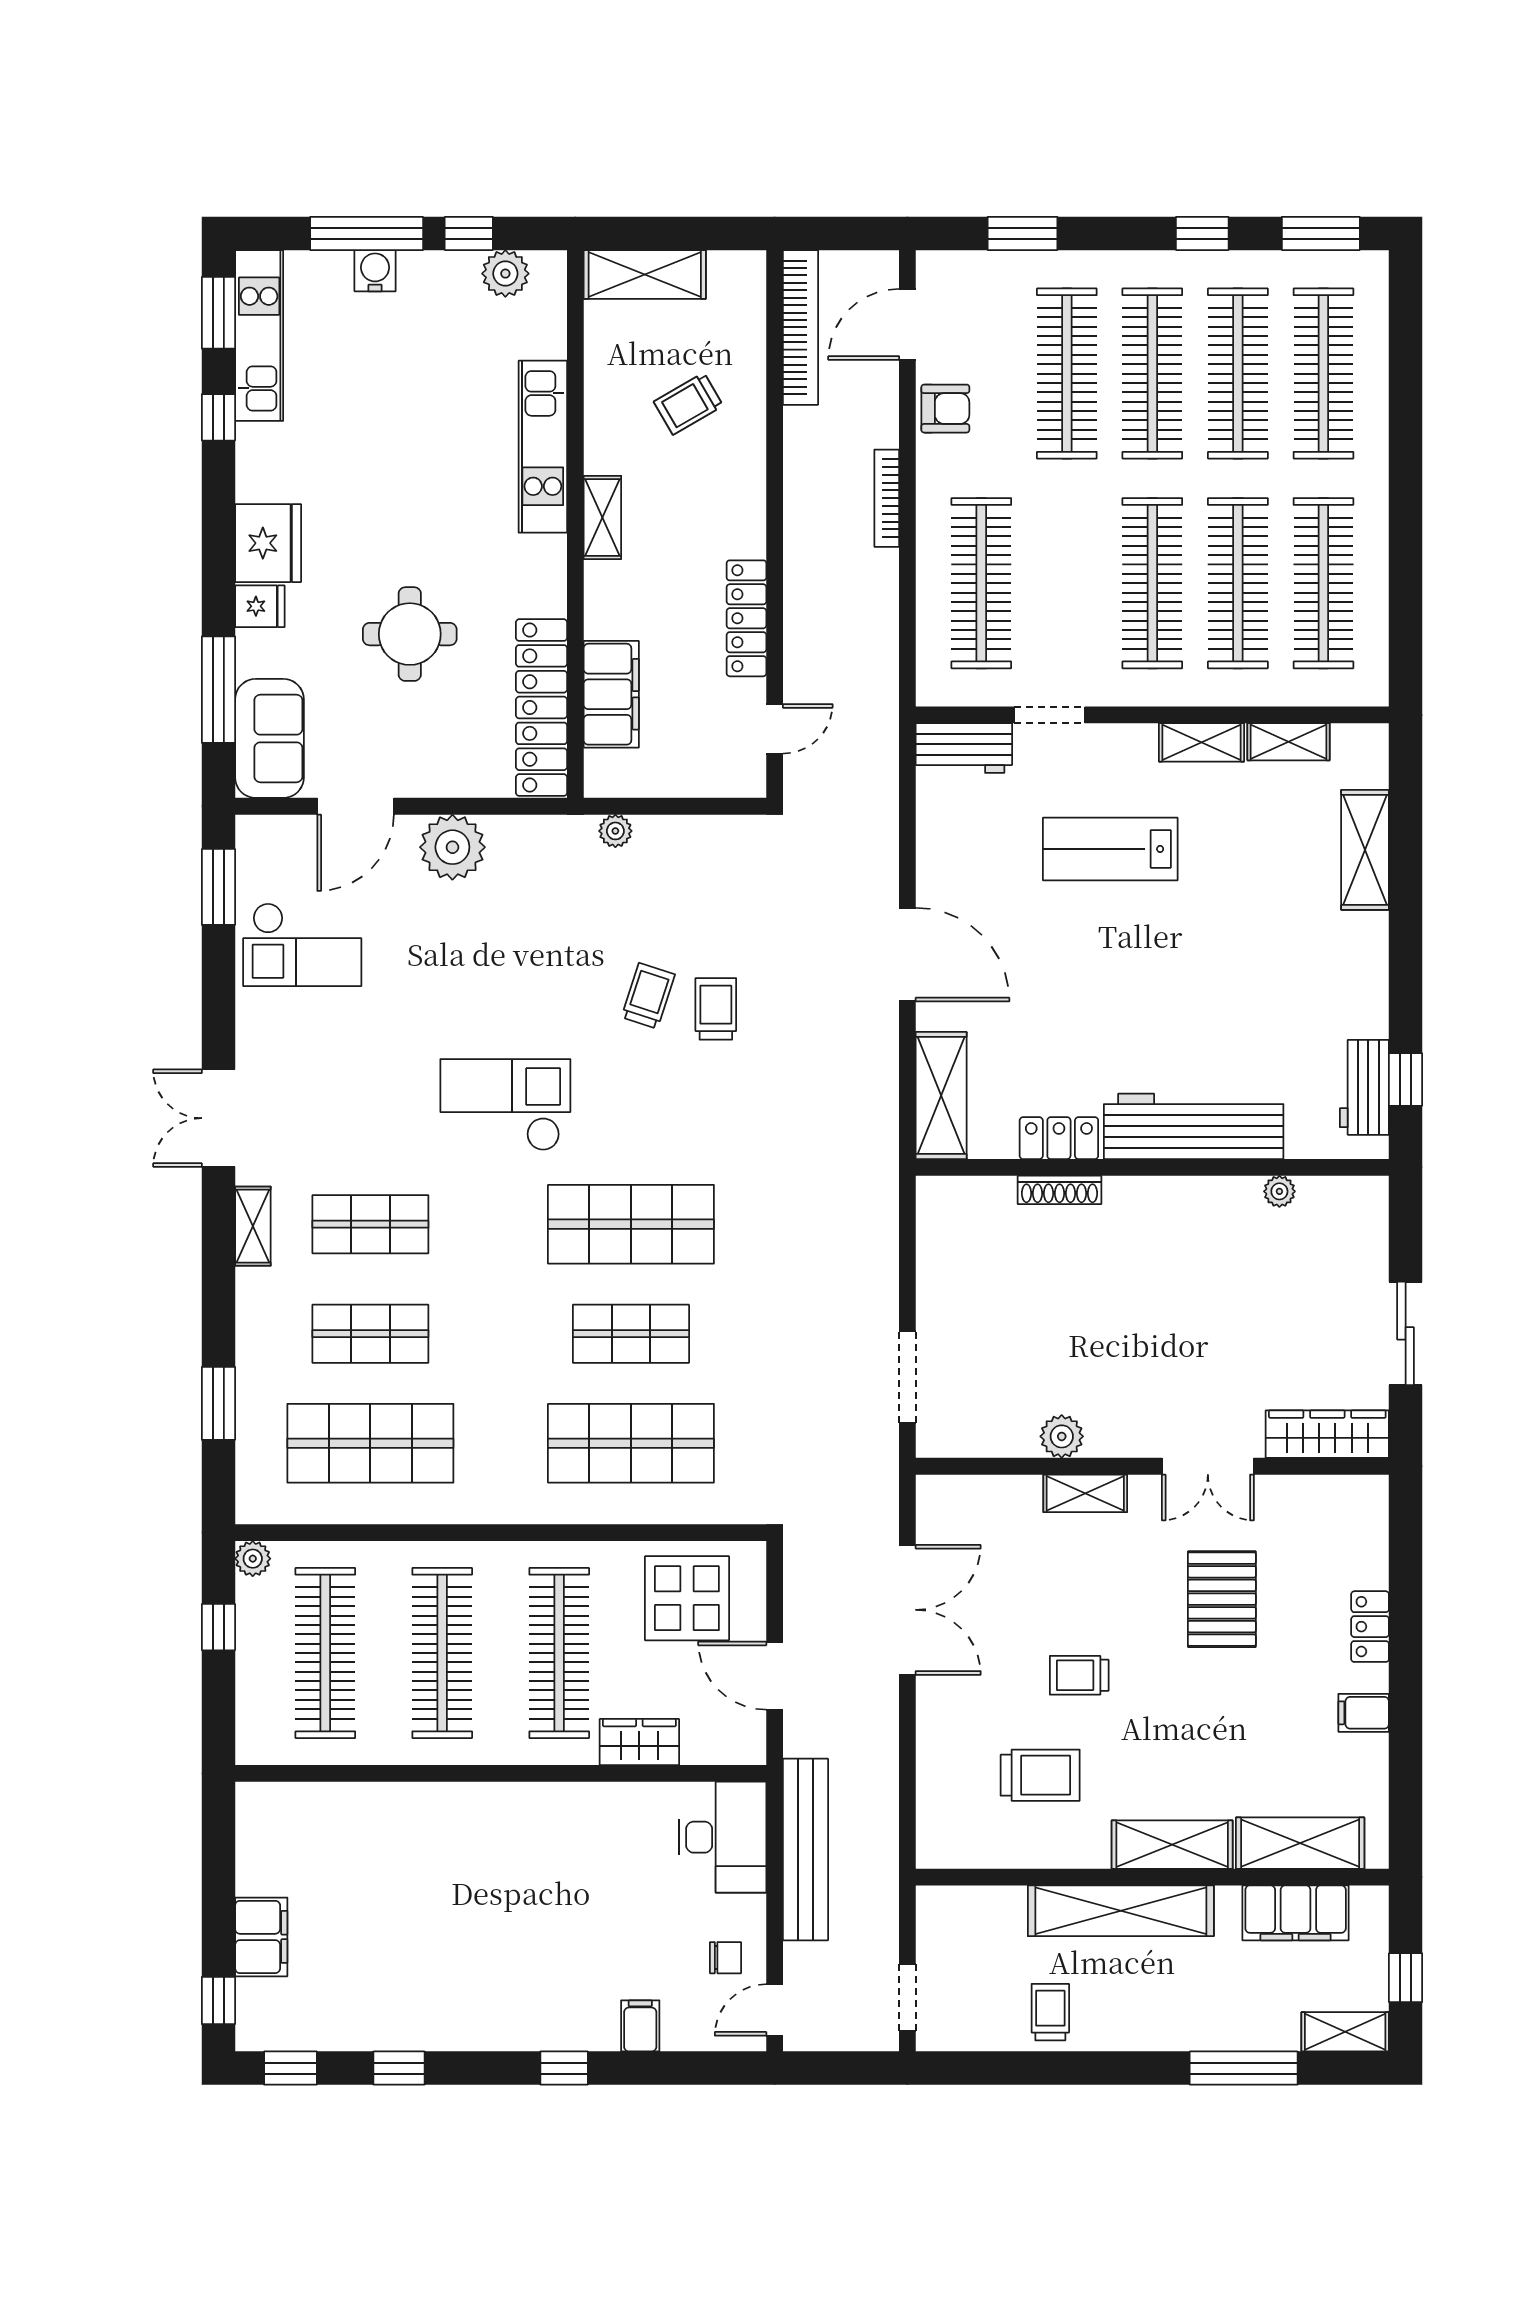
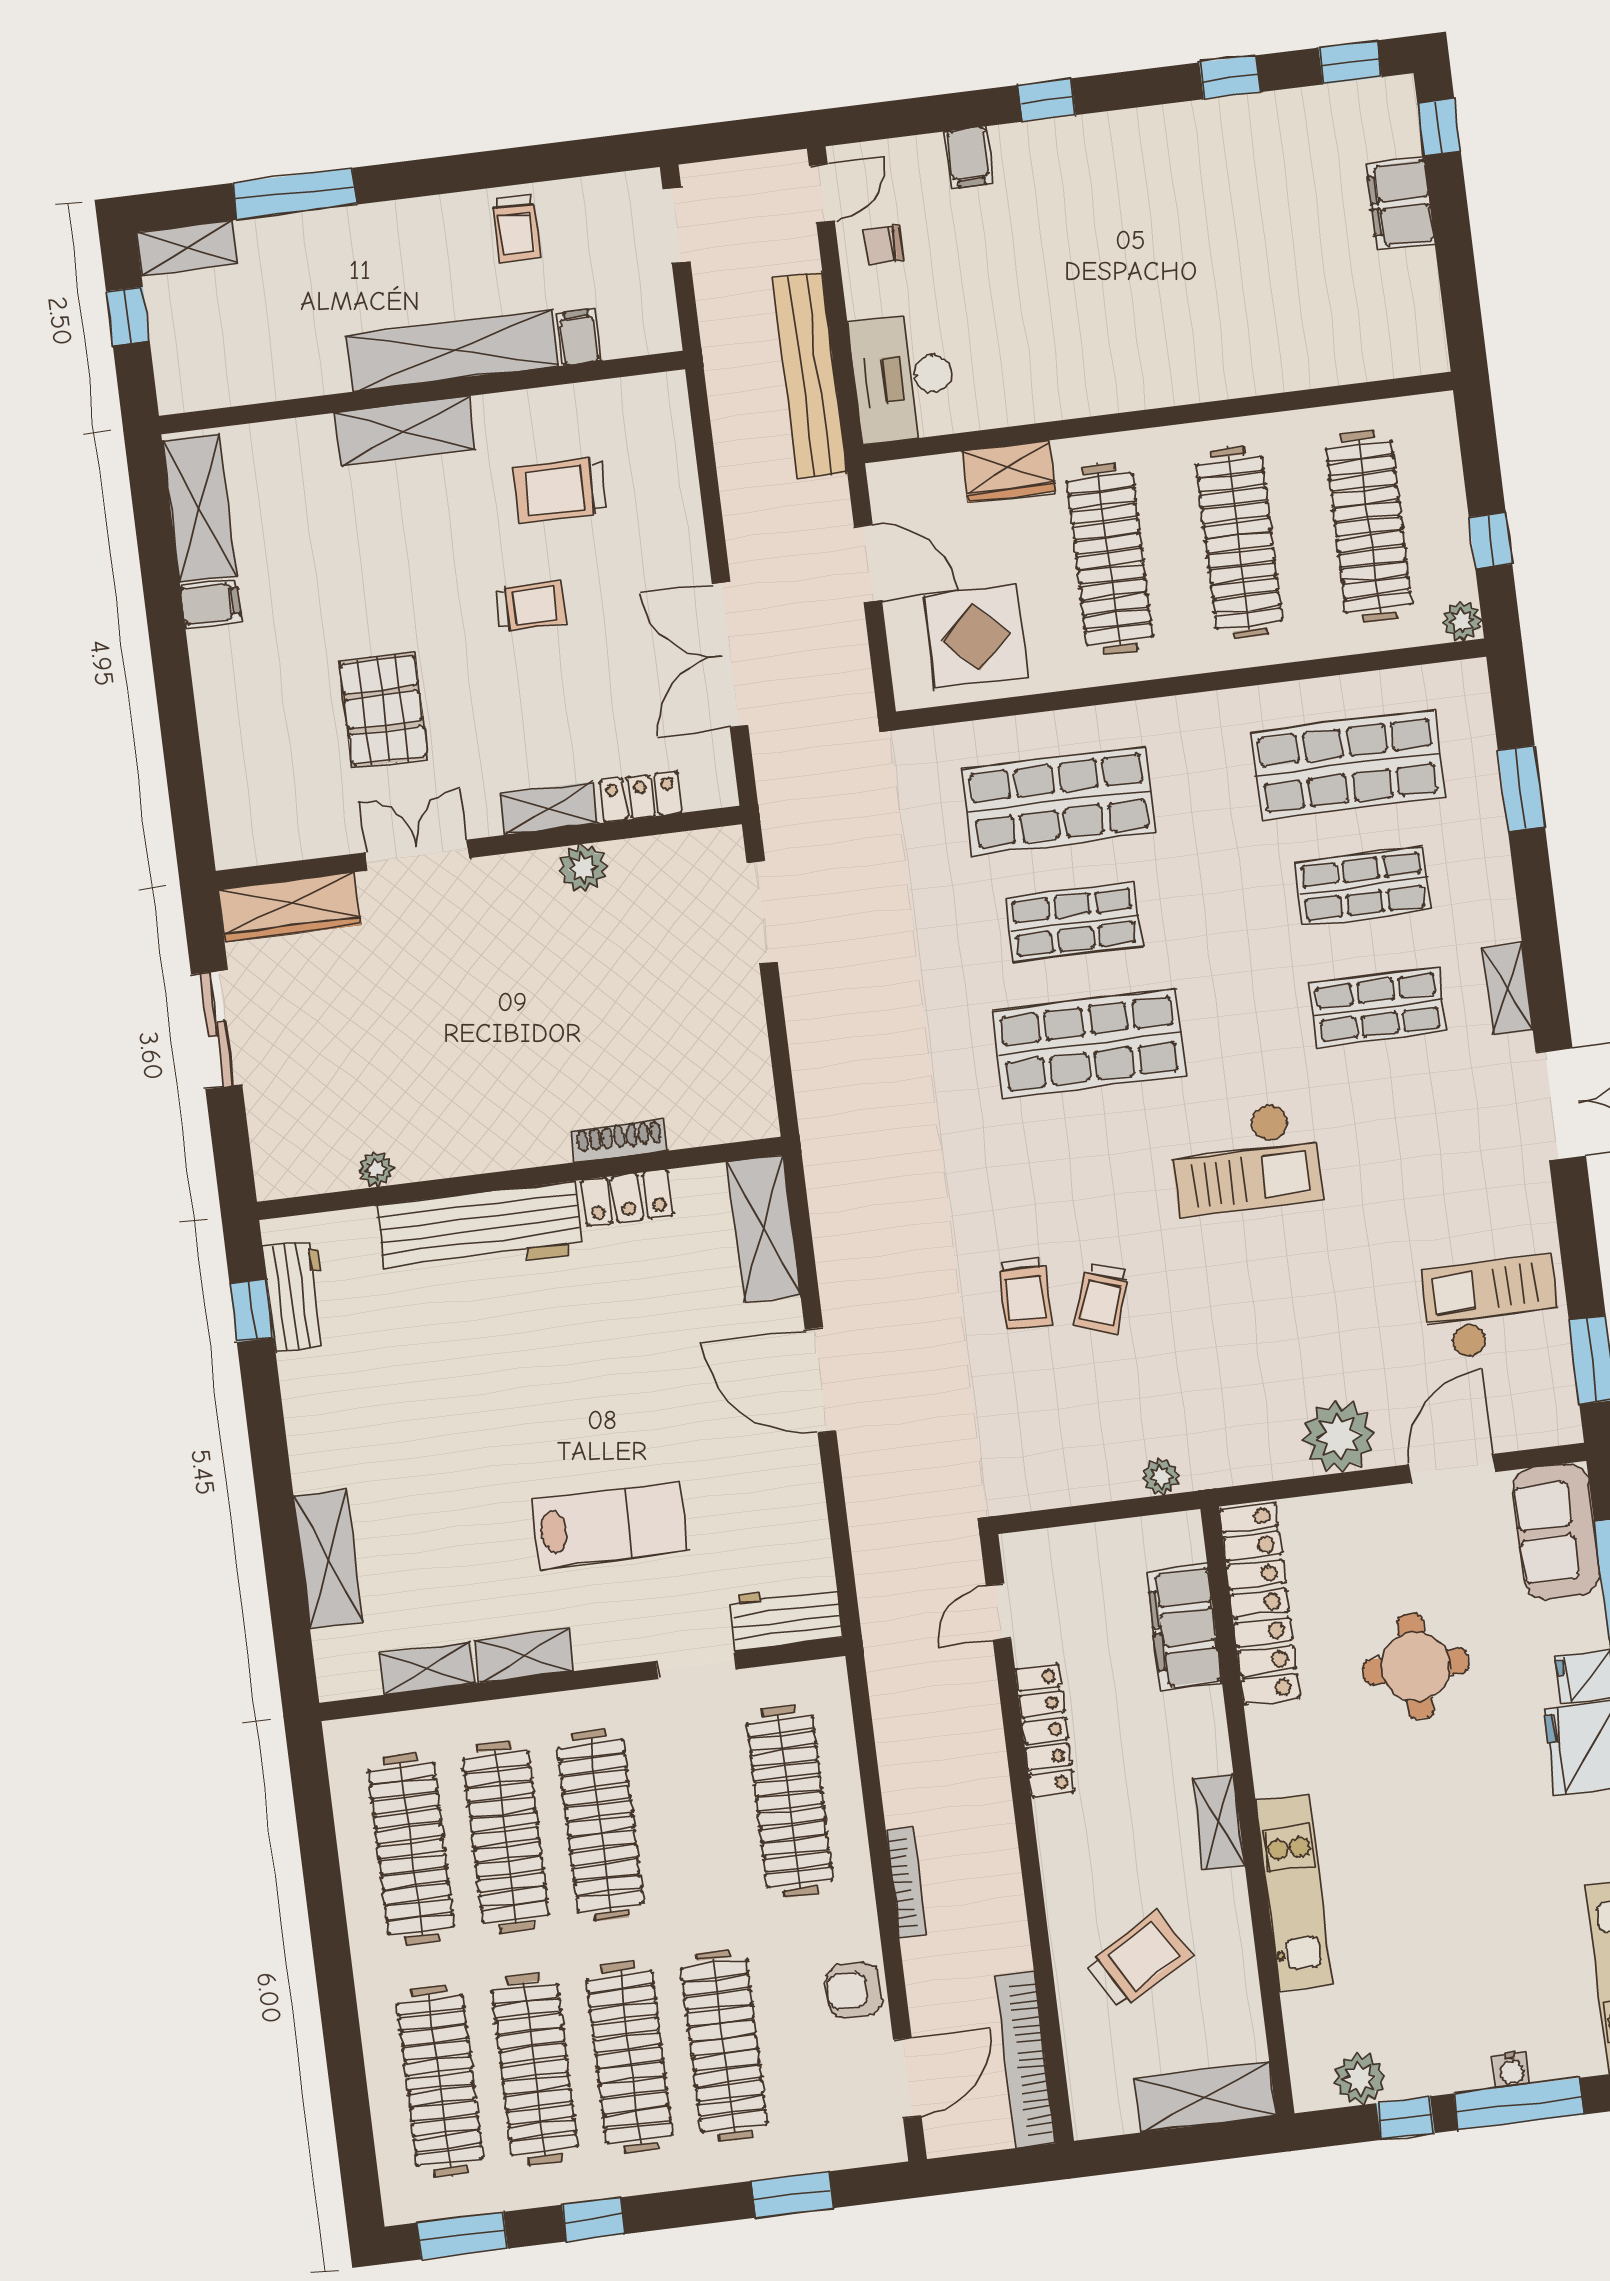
water cooler: (375, 271) -> (1511, 2070), width x0.72, depth x0.72
trolley: (688, 404) -> (1139, 1960), width x1.36, depth x1.39
locker: (1370, 1627) -> (641, 797), moved, turned -90
shelving: (1300, 1843) -> (199, 508), moved, turned 90
filing cabinet: (1296, 1913) -> (579, 337), moved, width x0.33, depth x0.86

